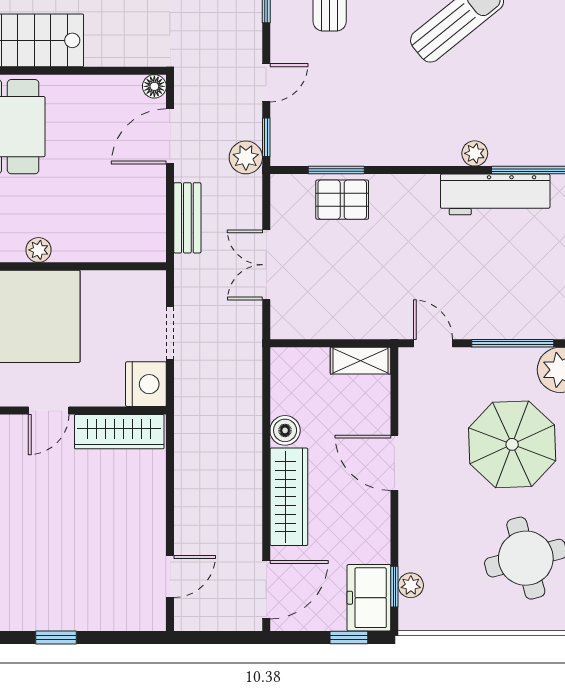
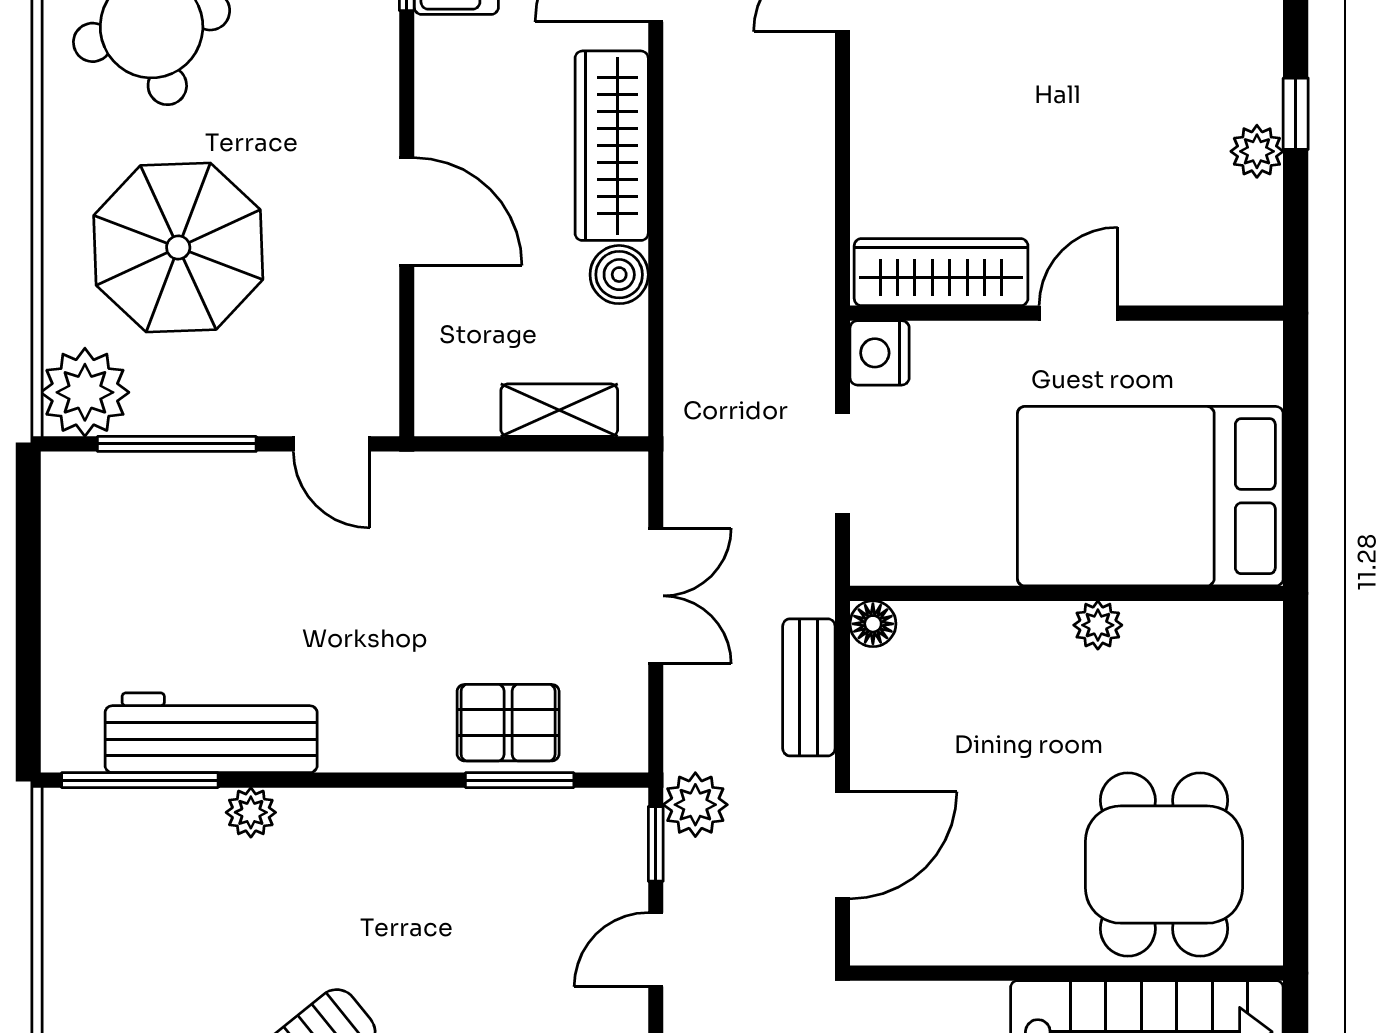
floor lamp: (154, 86) -> (873, 624), moved
shelving: (360, 361) -> (559, 410), moved
nightstand: (146, 384) -> (880, 353), width x0.74, depth x0.75

